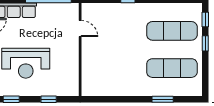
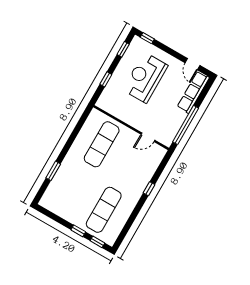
exercise mat: (172, 68) -> (102, 144), moved

